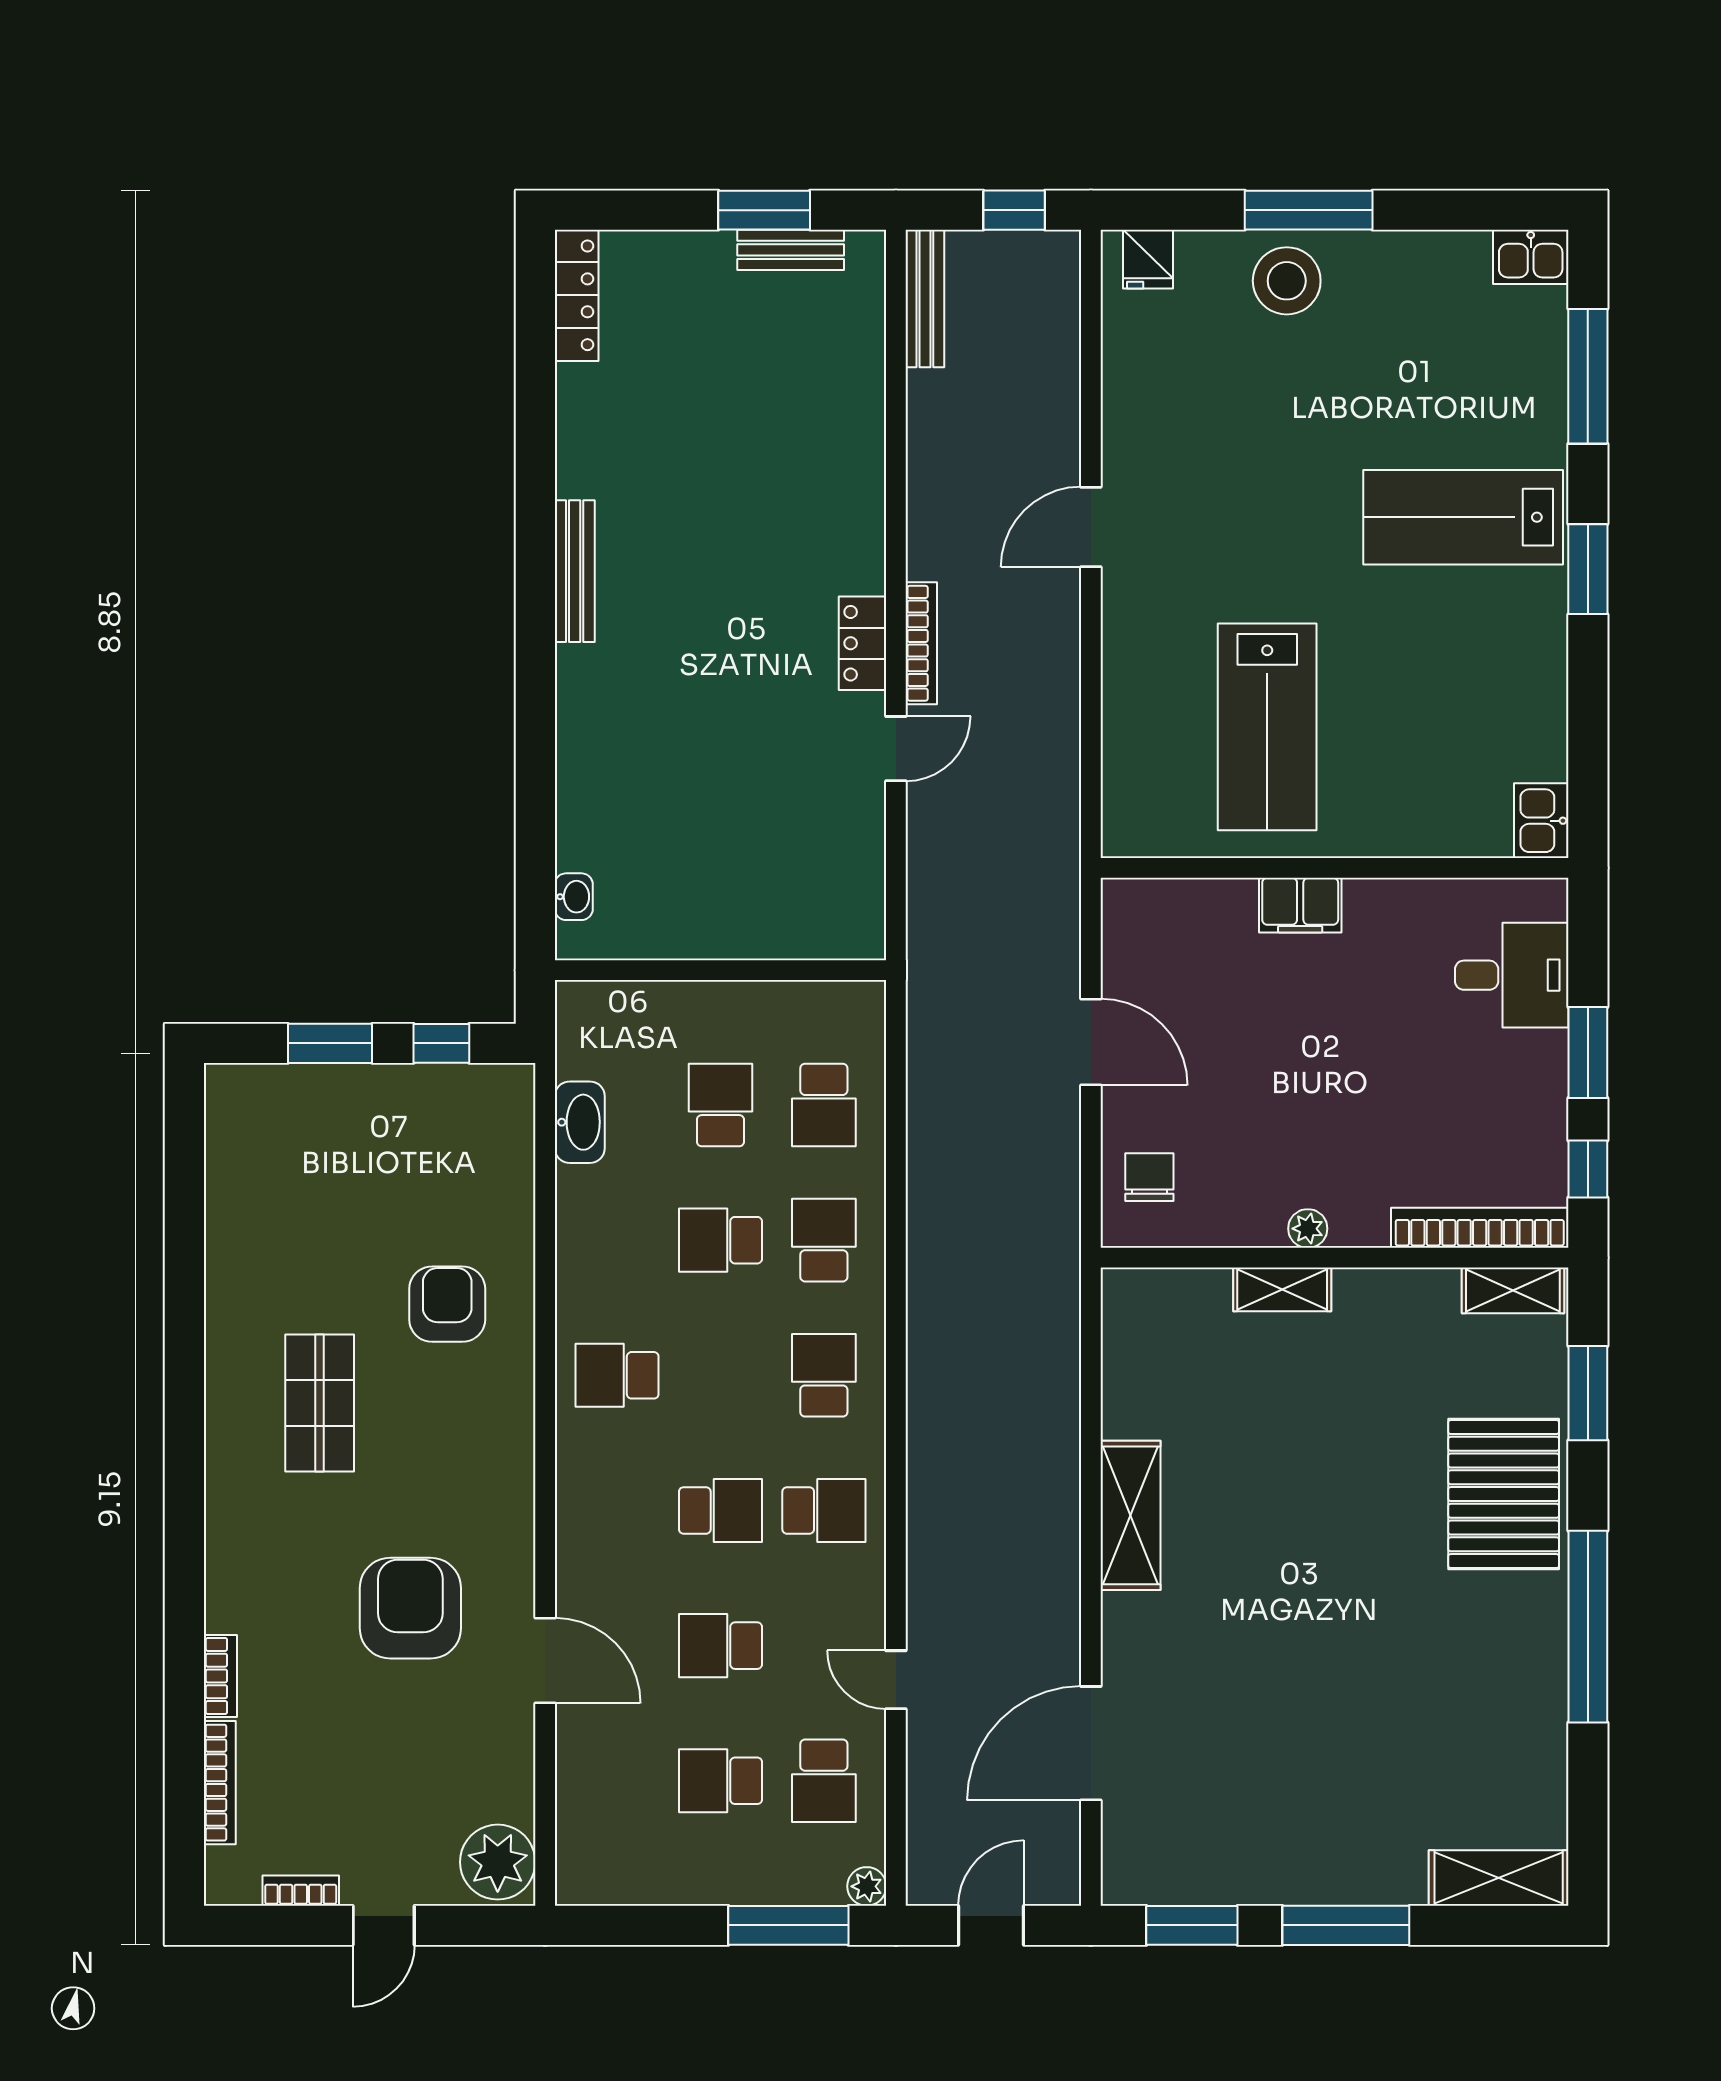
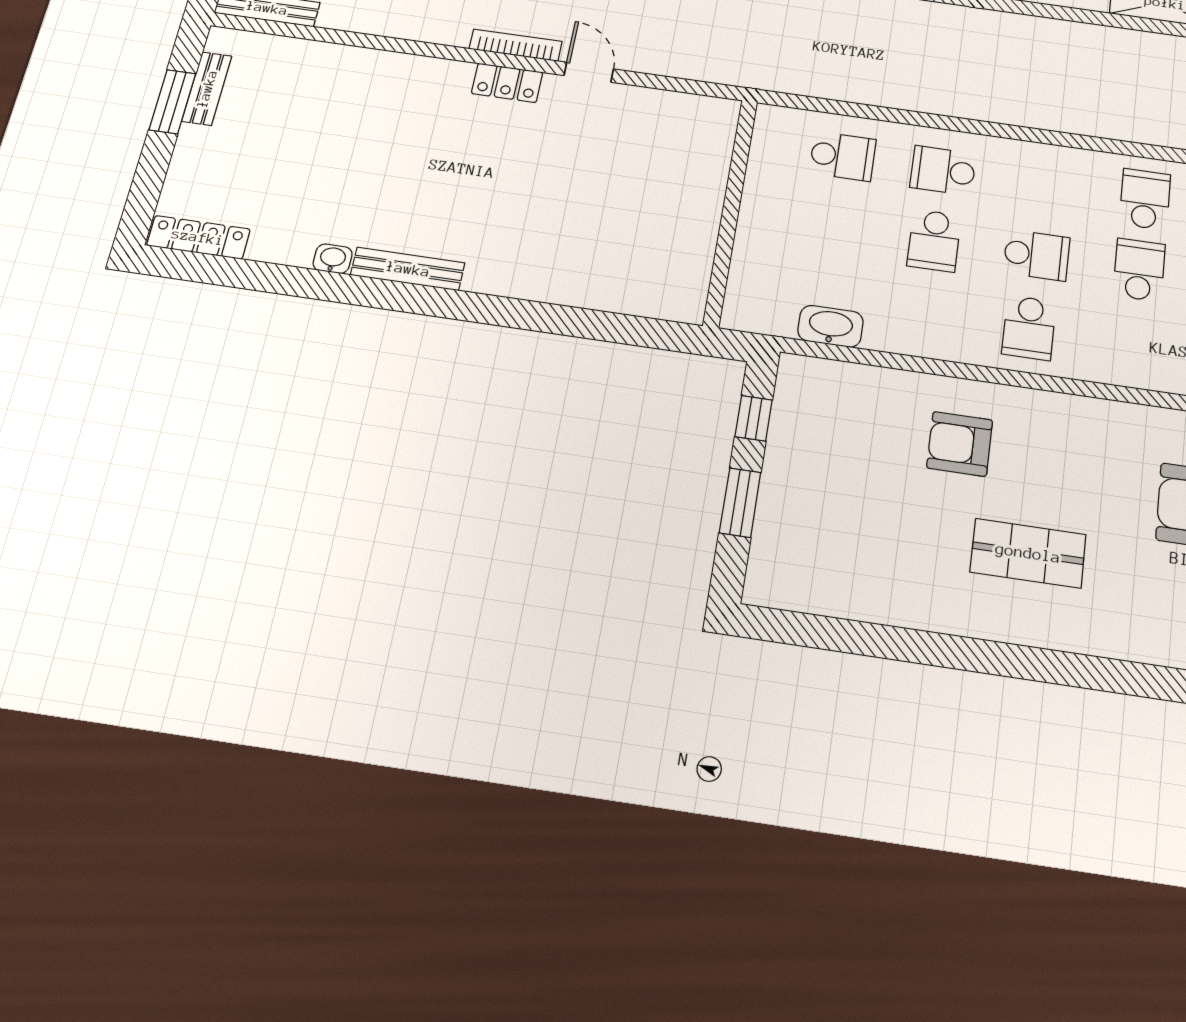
washbasin: (574, 897) -> (333, 259), moved
school desk: (720, 1105) -> (832, 226), removed
school desk: (824, 1375) -> (1036, 255), moved, turned 180

